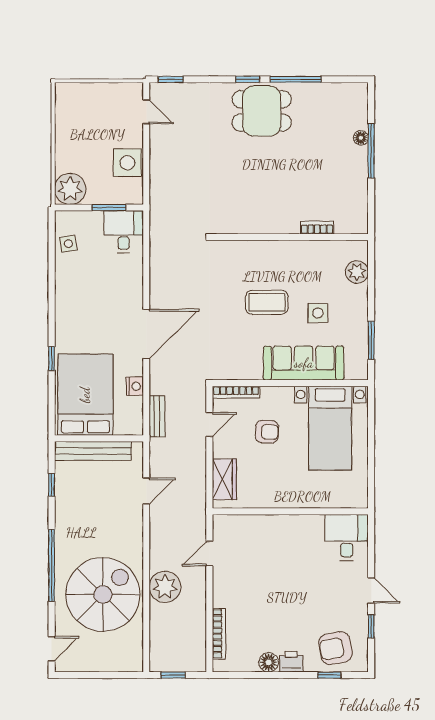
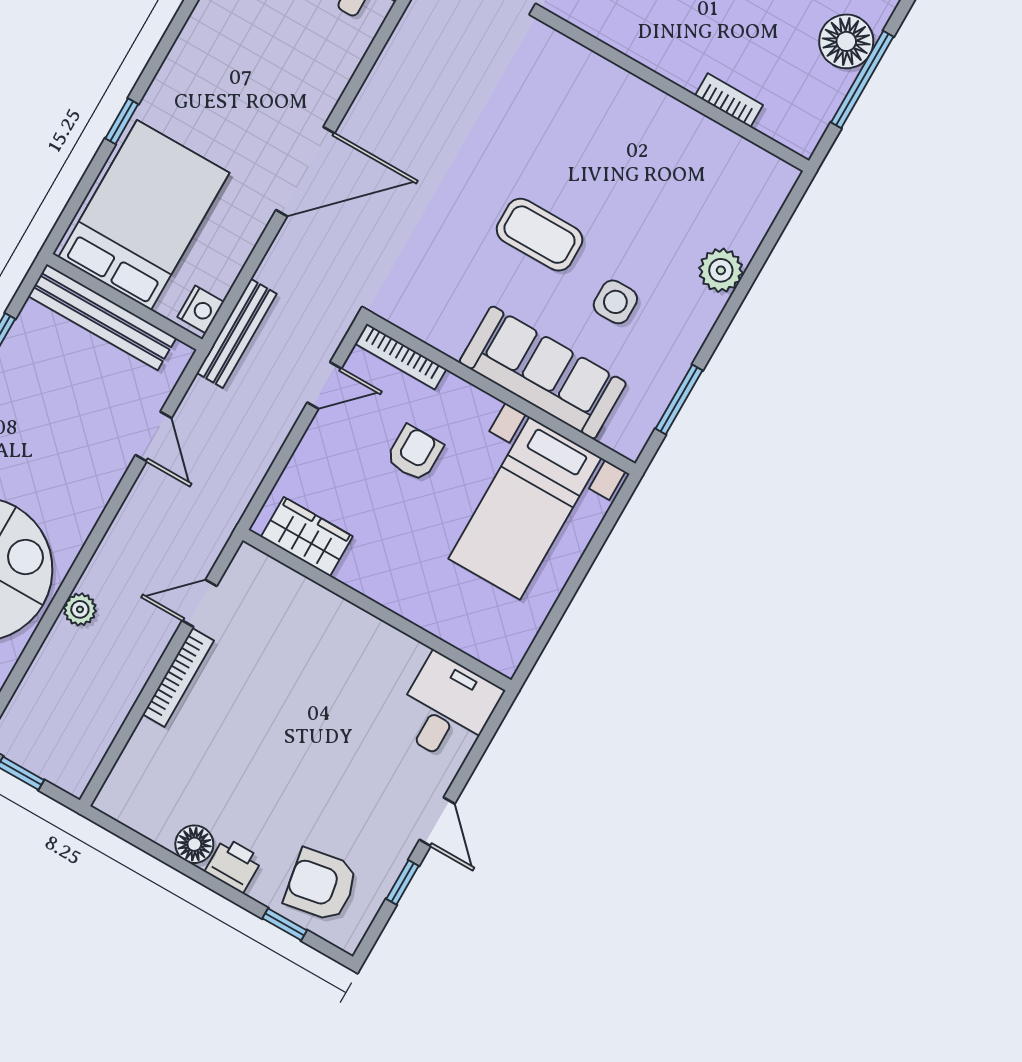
floor lamp: (361, 138) -> (846, 41), width x1.89, depth x1.89
bookcase: (317, 228) -> (729, 100), moved
wall: (290, 237) -> (675, 90), moved
nightstand: (135, 386) -> (201, 309), moved
bench: (157, 416) -> (237, 333), width x1.36
armchair: (267, 432) -> (415, 453), turned -93
wardrobe: (224, 479) -> (307, 537), moved, turned -90
door: (146, 491) -> (153, 437), hinge flipped
plant: (165, 587) -> (80, 609), width x0.53, depth x0.53
bookcase: (219, 634) -> (178, 678), moved

